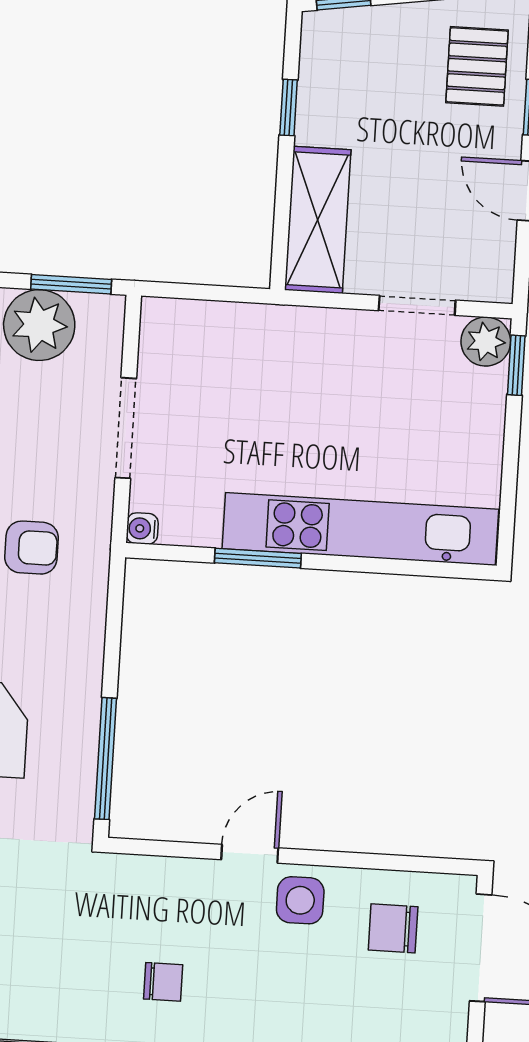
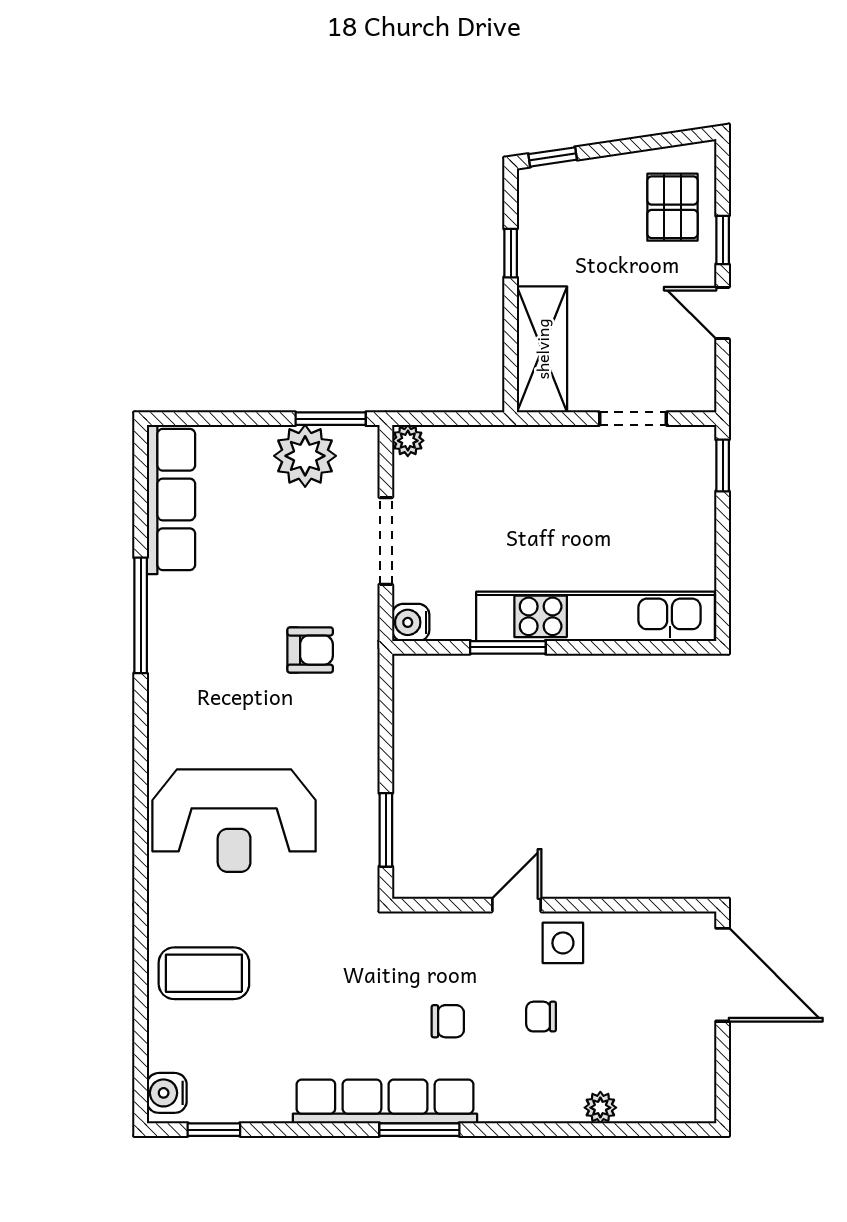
plant: (486, 342) -> (408, 441), moved, width x0.73, depth x0.73
water cooler: (142, 529) -> (411, 622), width x1.38, depth x1.38
window: (106, 759) -> (386, 830), width x0.69
chair: (393, 928) -> (541, 1017), moved, width x0.73, depth x0.73

